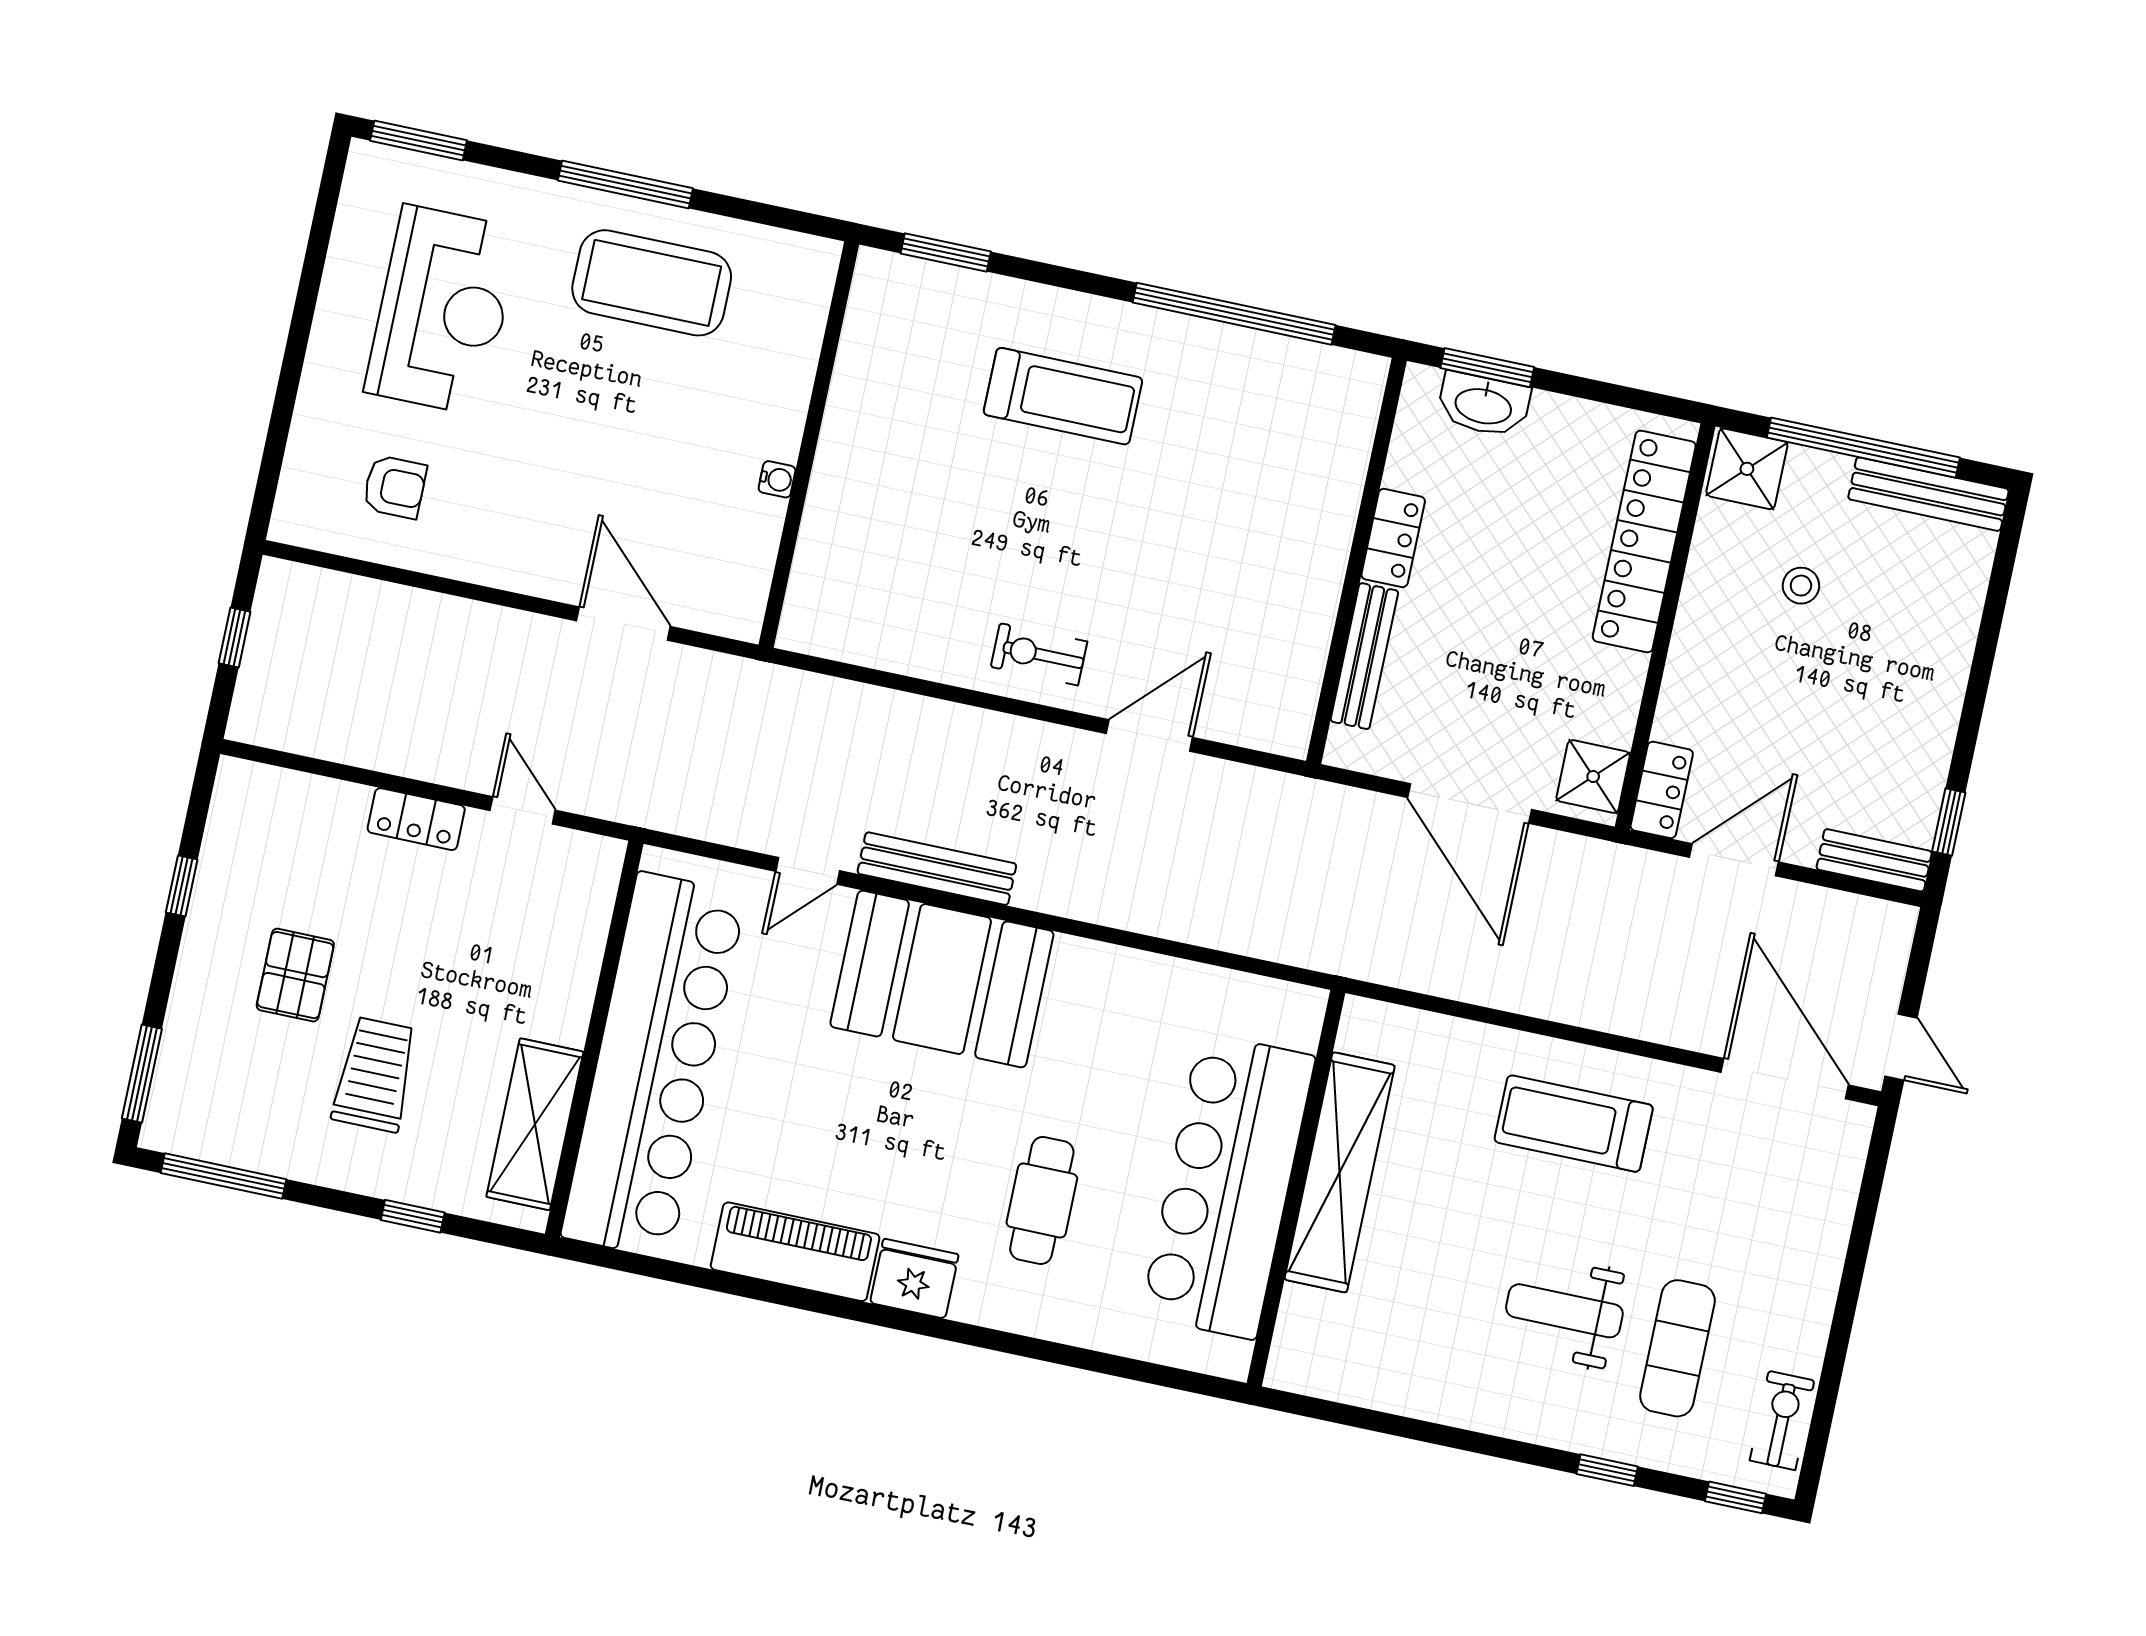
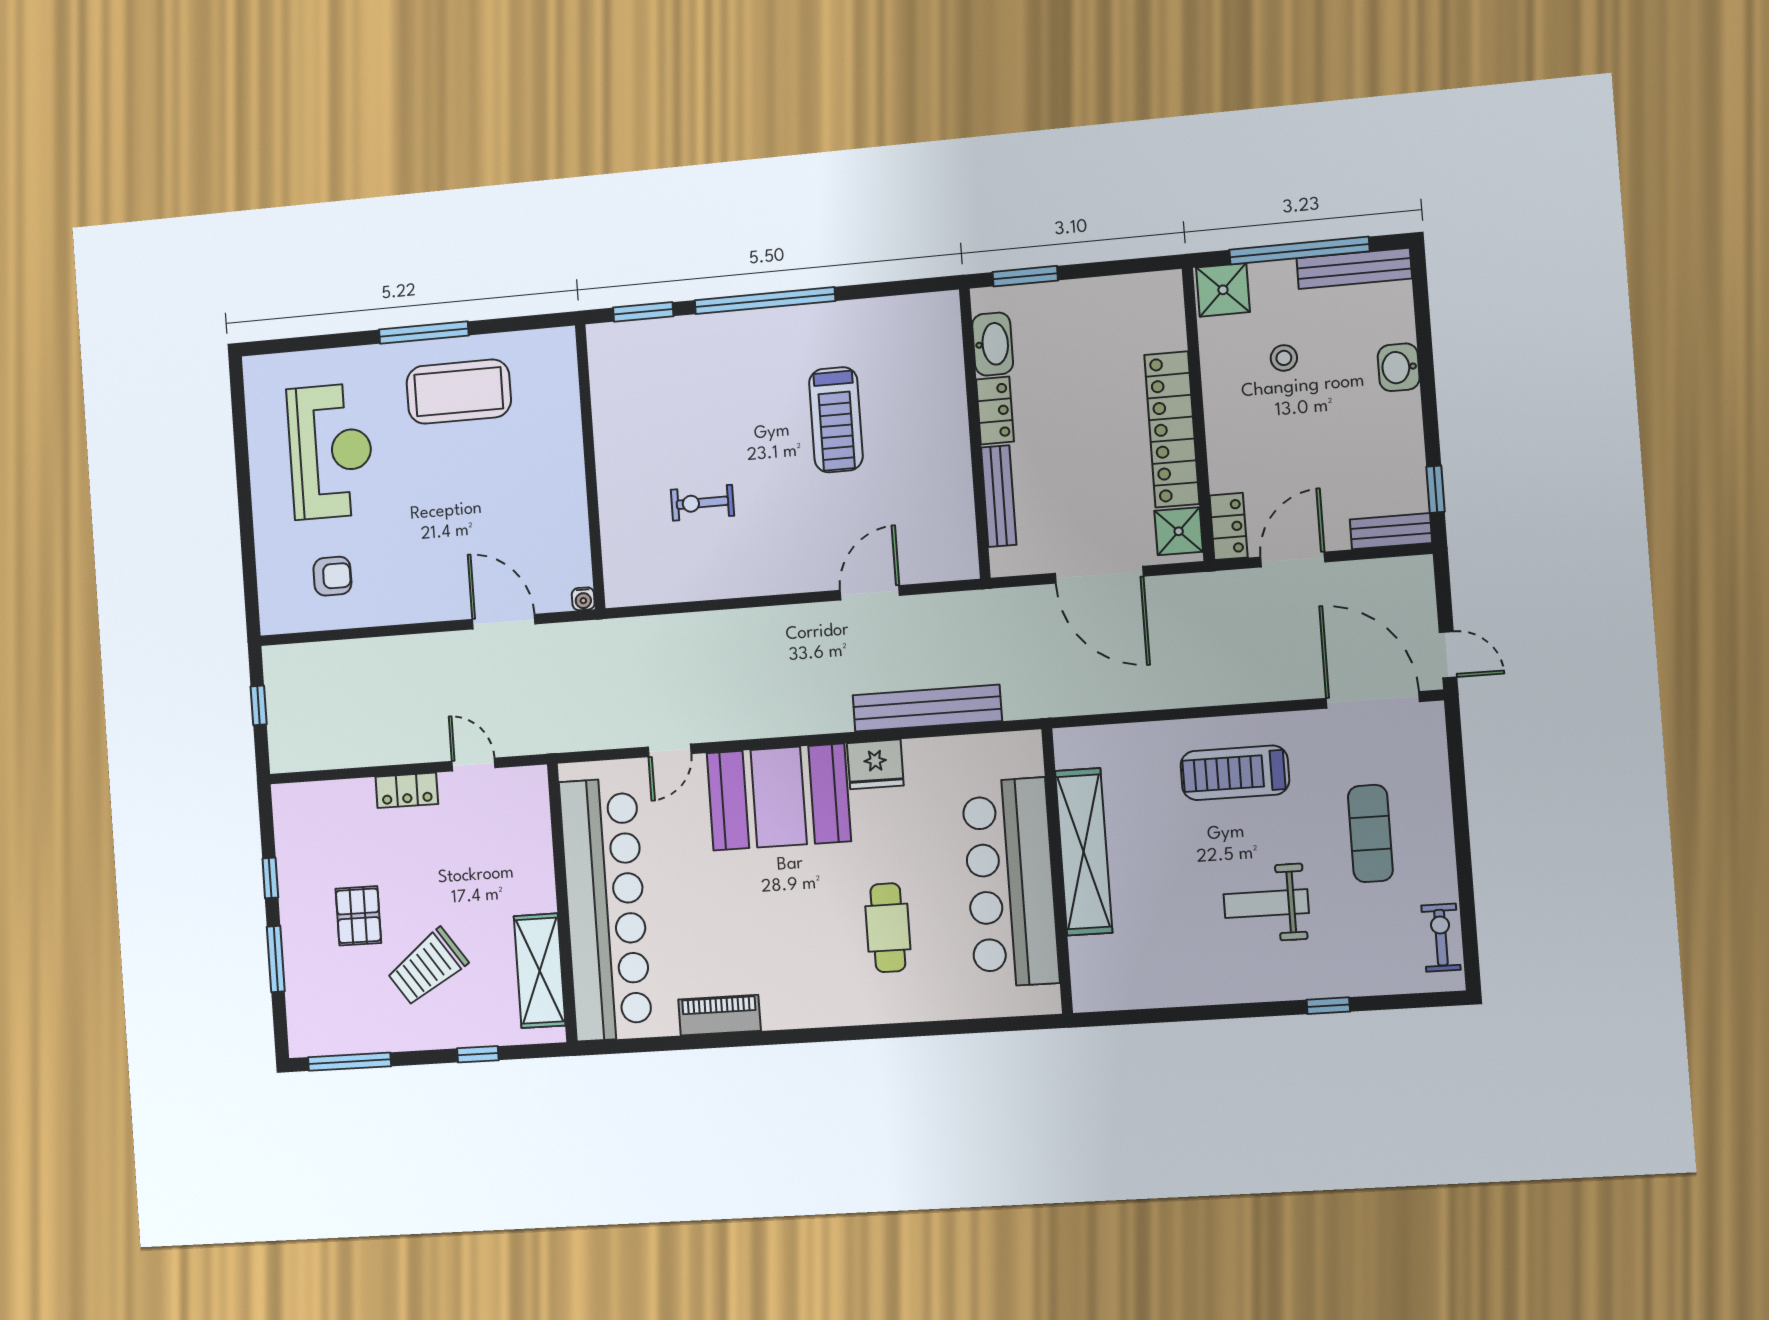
window: (419, 140) -> (285, 345), removed
window: (1234, 314) -> (765, 301), moved
treadmill: (1063, 396) -> (836, 420), moved, turned 90
washbasin: (1484, 405) -> (993, 344), moved, turned -90
water cooler: (777, 479) -> (583, 599), moved, turned 90
locker: (1644, 541) -> (1172, 429), moved
washbasin: (1948, 645) -> (1399, 367), added
exercise bike: (1039, 654) -> (702, 503), moved
bench: (937, 869) -> (927, 708), moved, width x1.37, depth x1.21
window: (142, 1074) -> (276, 959), moved
trolley: (375, 1074) -> (427, 967), turned -125
piano: (795, 1252) -> (720, 1015), width x0.73, depth x0.75
fridge: (914, 1279) -> (875, 764), moved, turned 180
exercise mat: (1677, 1348) -> (1370, 833), moved
window: (1736, 1497) -> (1424, 1000), removed

